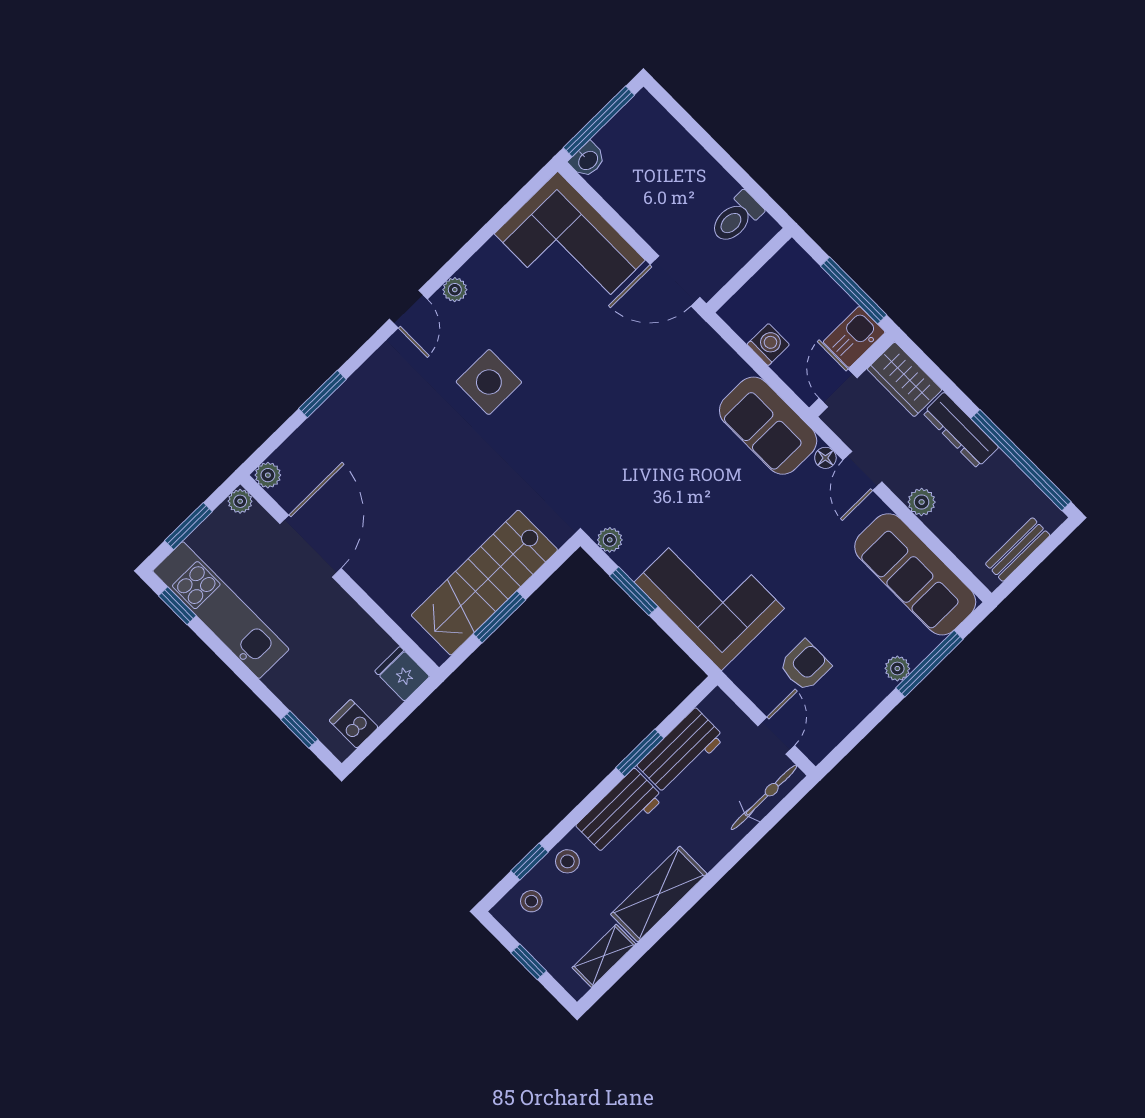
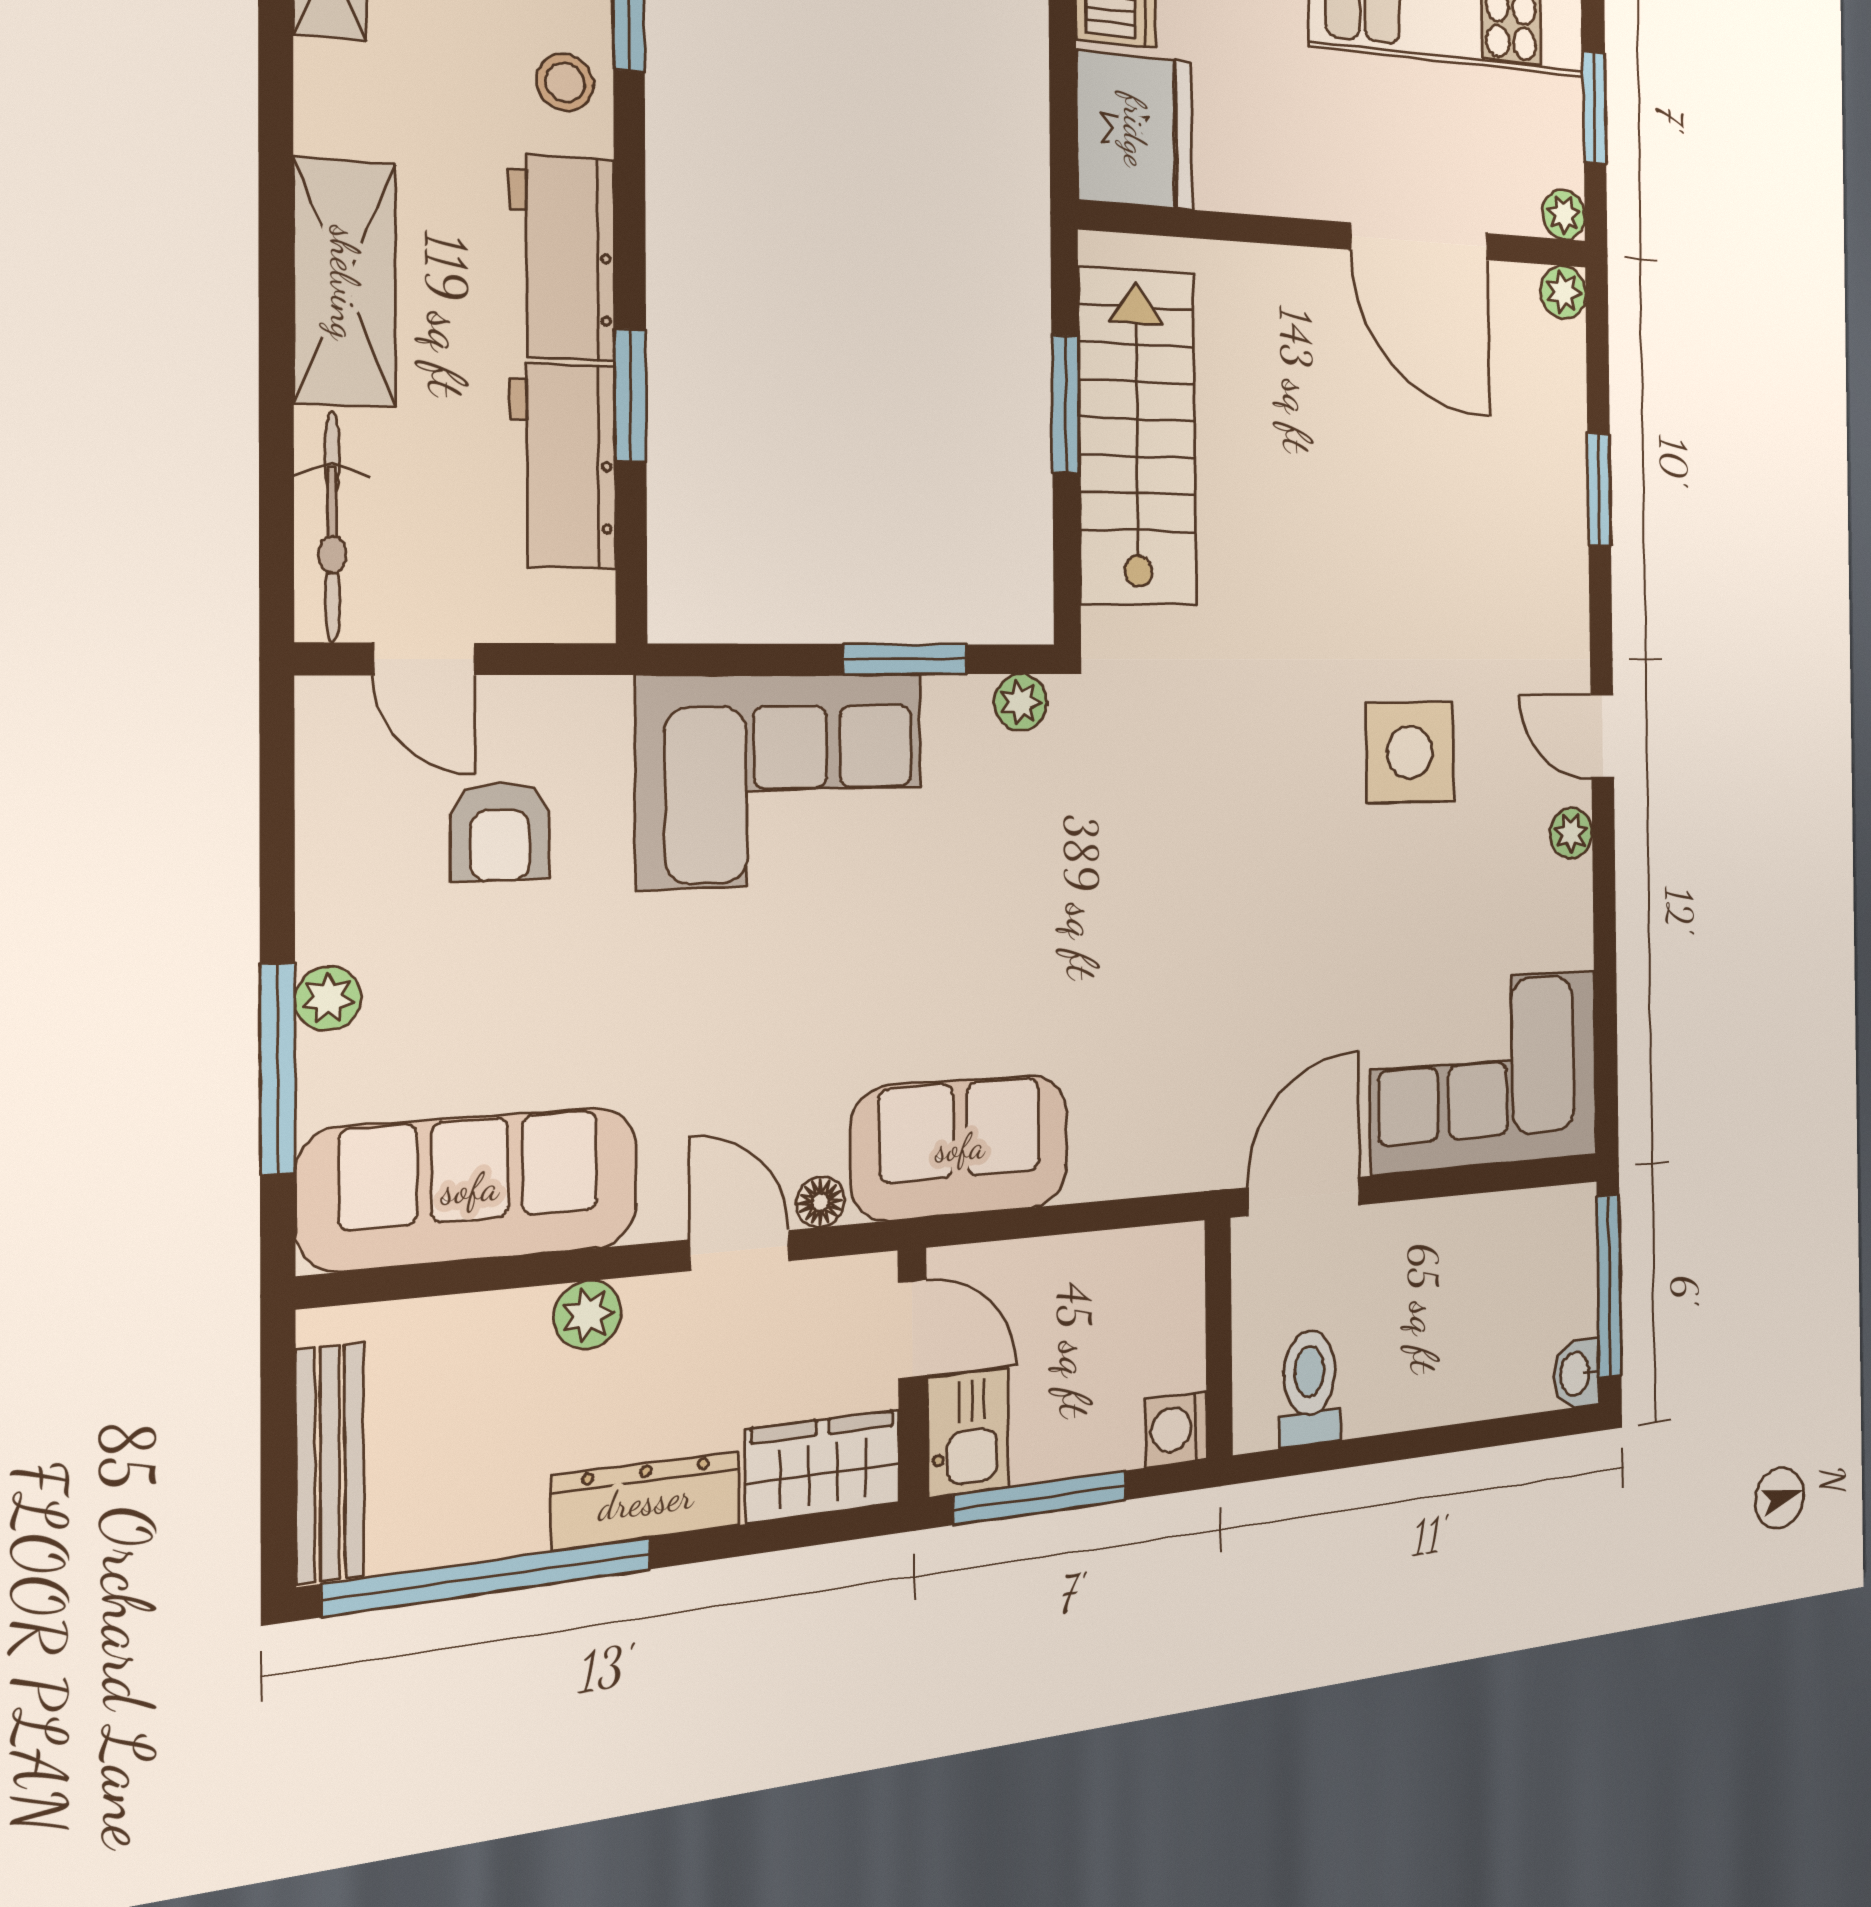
washbasin: (588, 160) -> (1576, 1373), moved
washing machine: (768, 344) -> (1176, 1429), moved, turned 90
bench: (1018, 550) -> (330, 1463), width x1.36
fridge: (402, 674) -> (1135, 131), width x1.88, depth x1.34
shelving: (659, 894) -> (345, 283), moved

